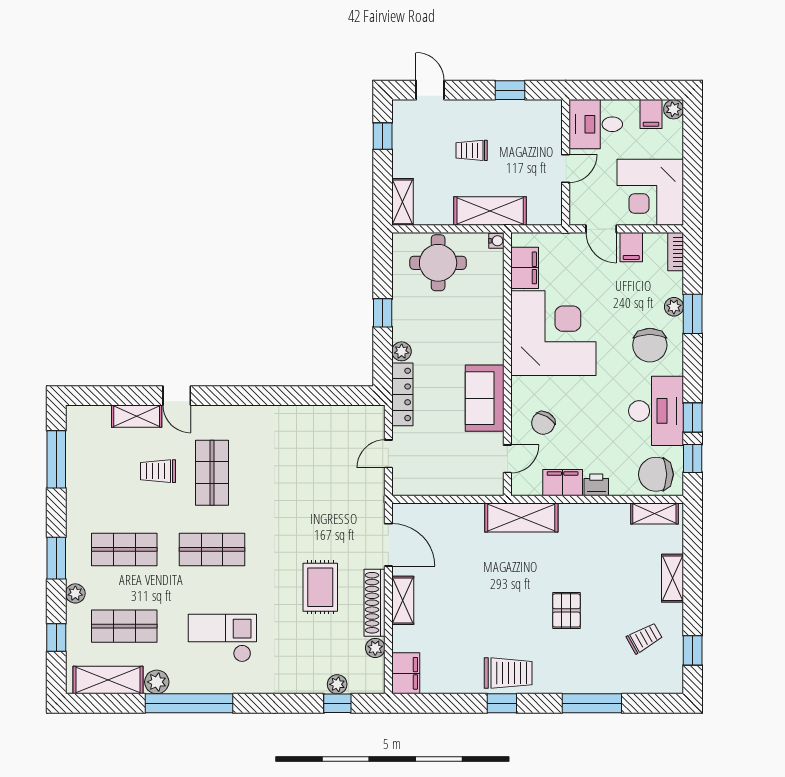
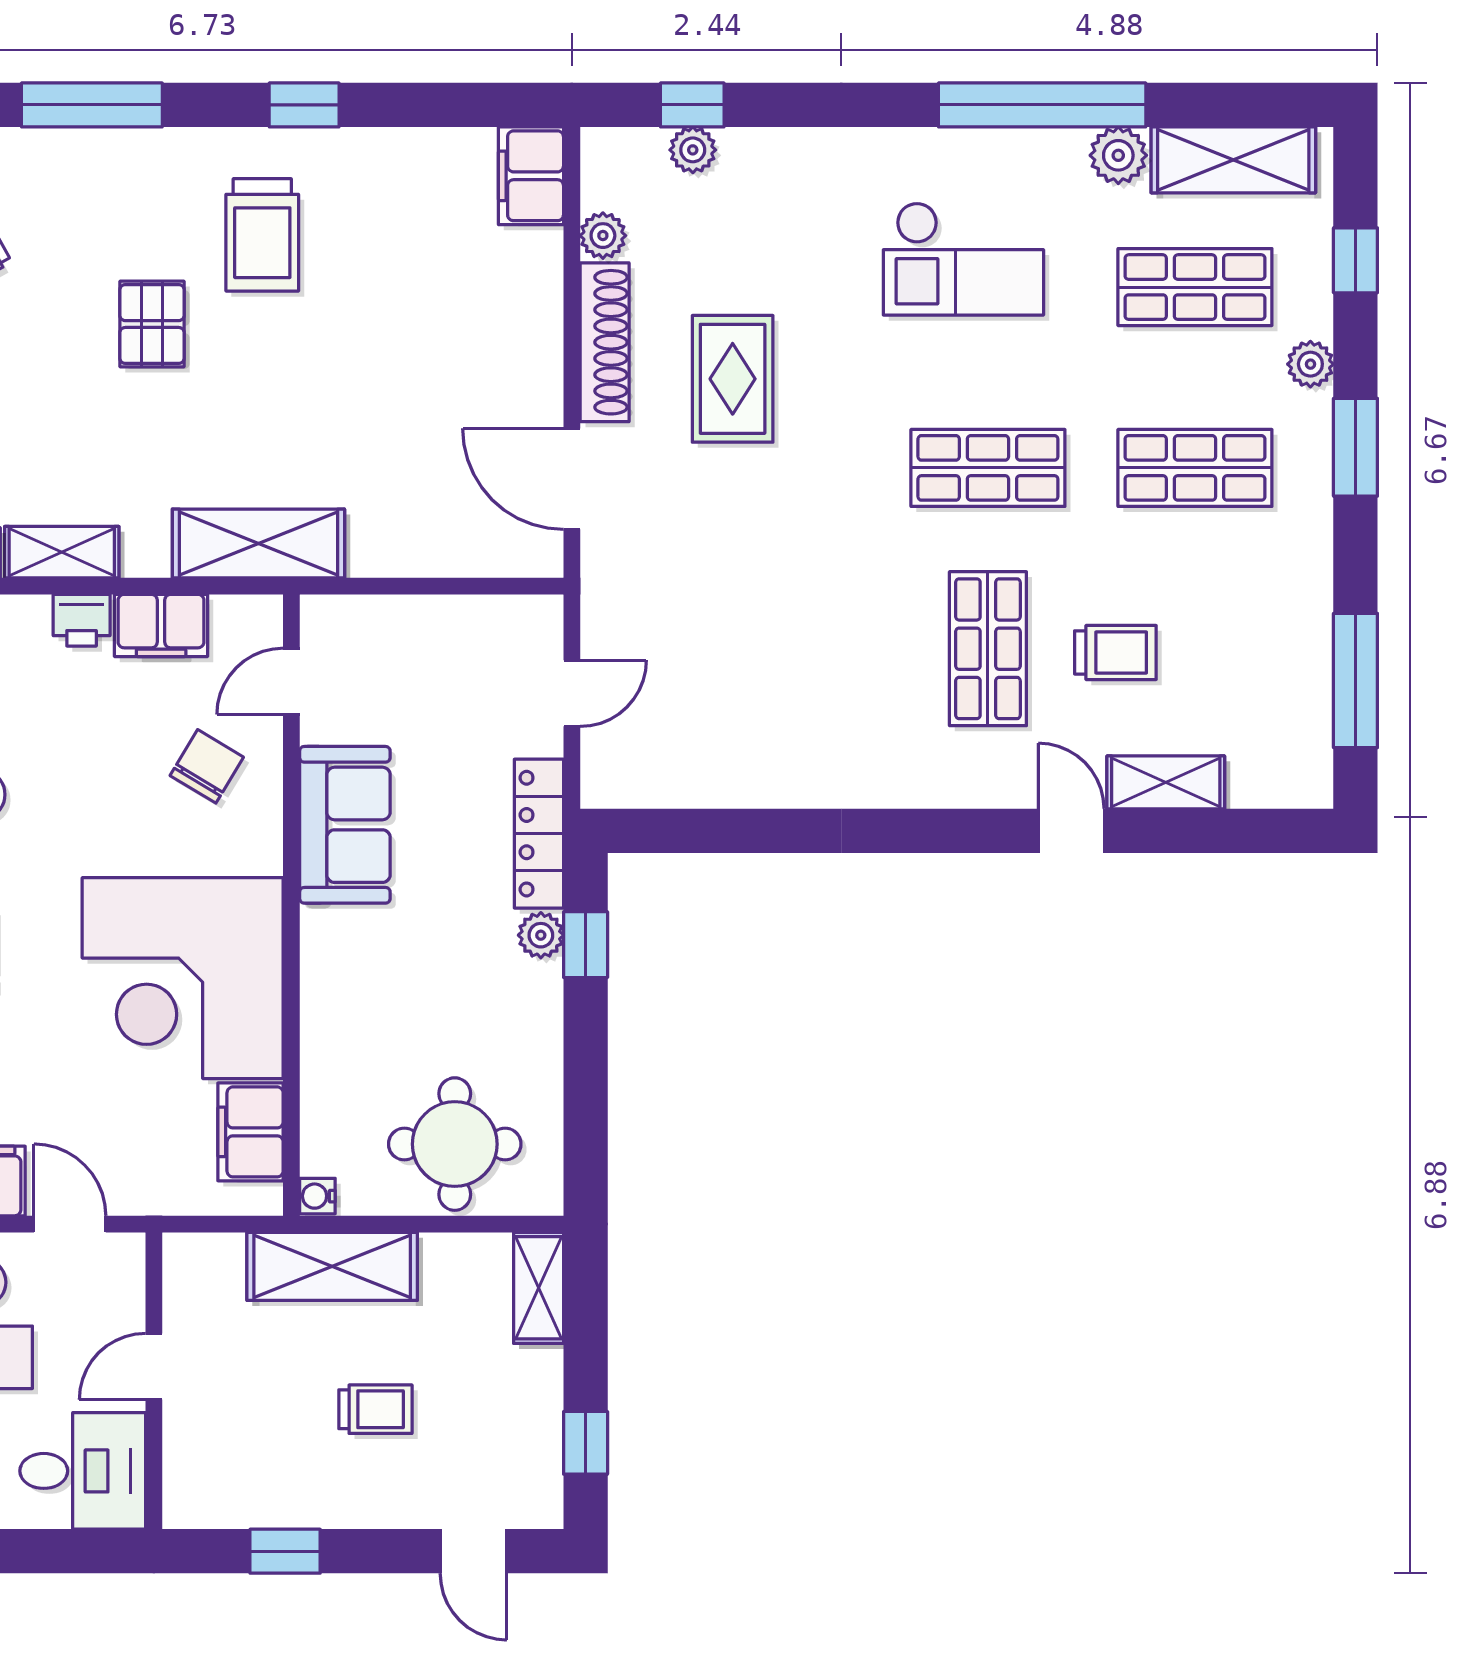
window: (383, 313) -> (586, 945), moved
shelving: (403, 600) -> (62, 552), moved, turned 90
trolley: (508, 673) -> (262, 235), moved, turned -90

